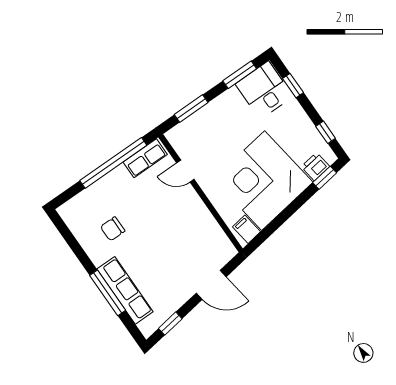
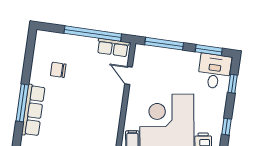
window: (191, 109) -> (164, 44), width x1.44

